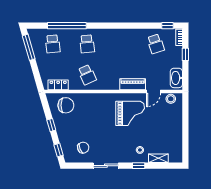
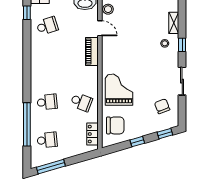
school desk: (87, 75) -> (81, 102), turned 45
chair: (66, 105) -> (115, 125), turned 90
grand piano: (130, 113) -> (119, 90), moved

